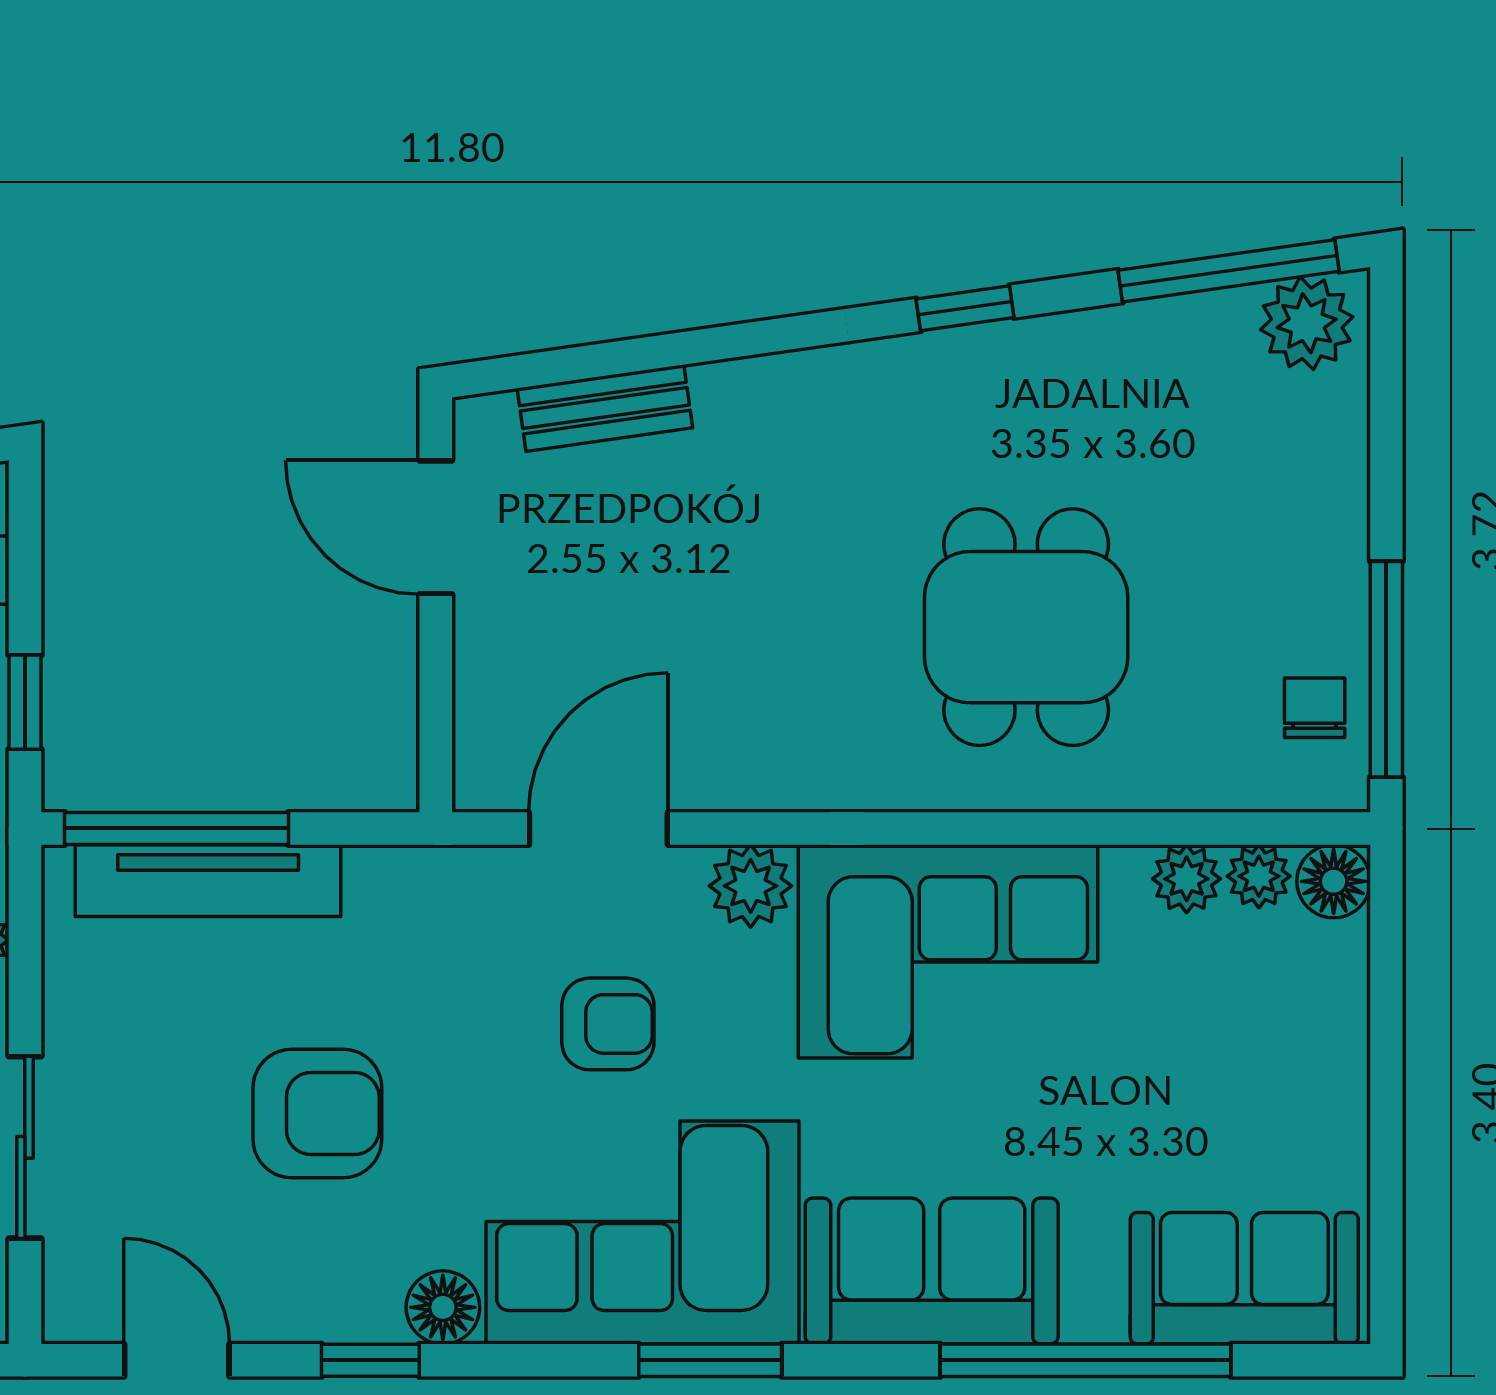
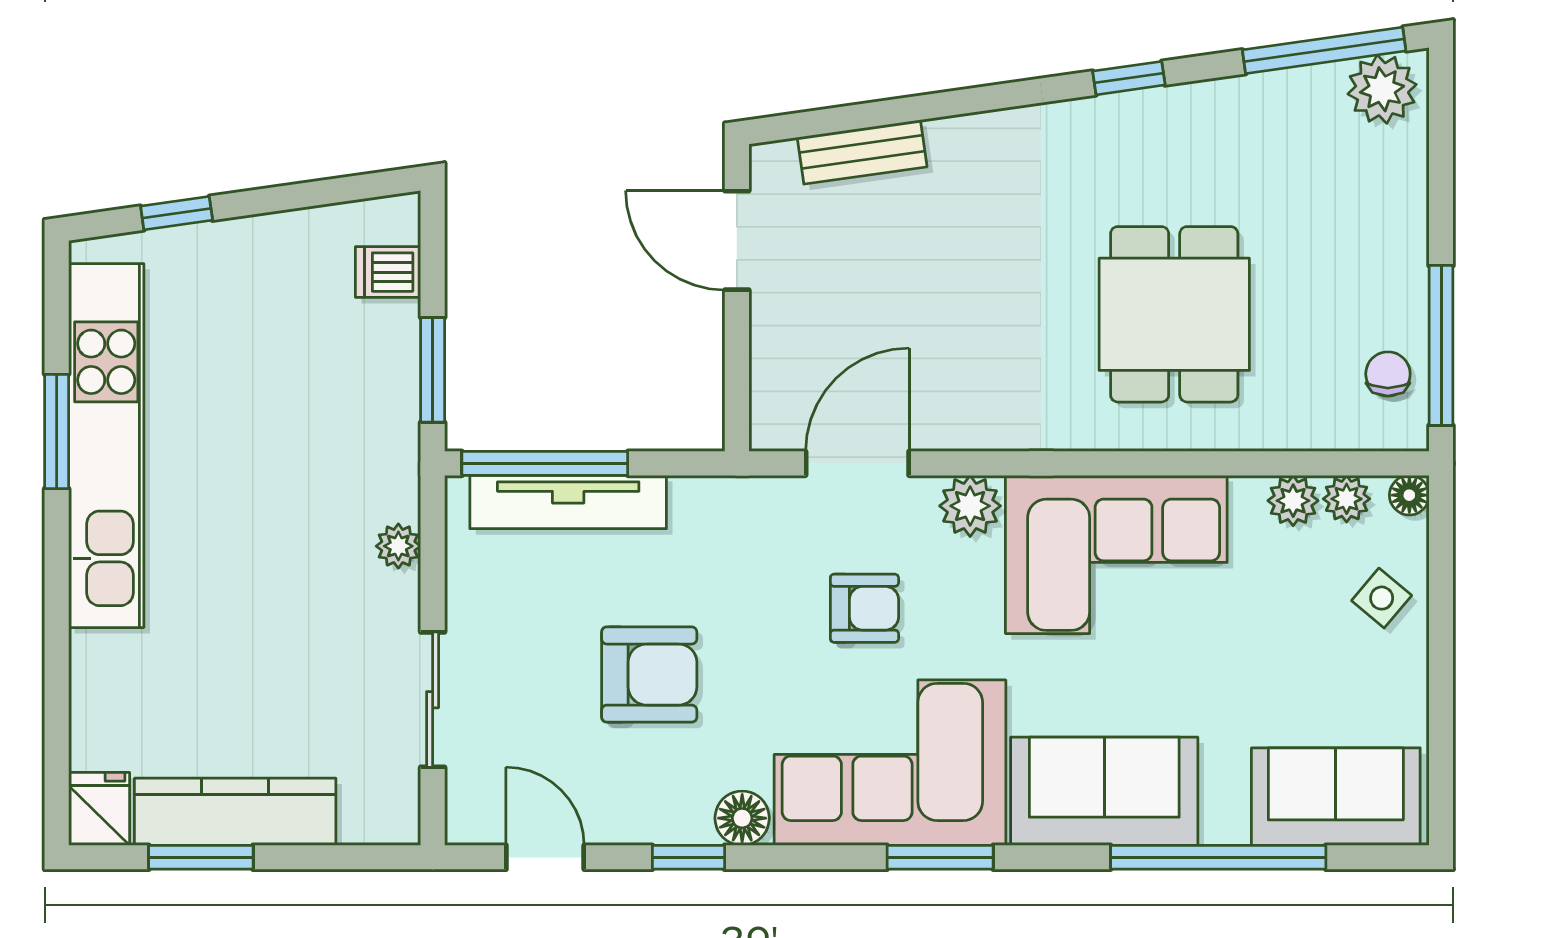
window: (25, 702) -> (433, 370), width x1.50
floor lamp: (1334, 881) -> (1409, 495), width x0.73, depth x0.73
side table: (1306, 1010) -> (1382, 598), added

